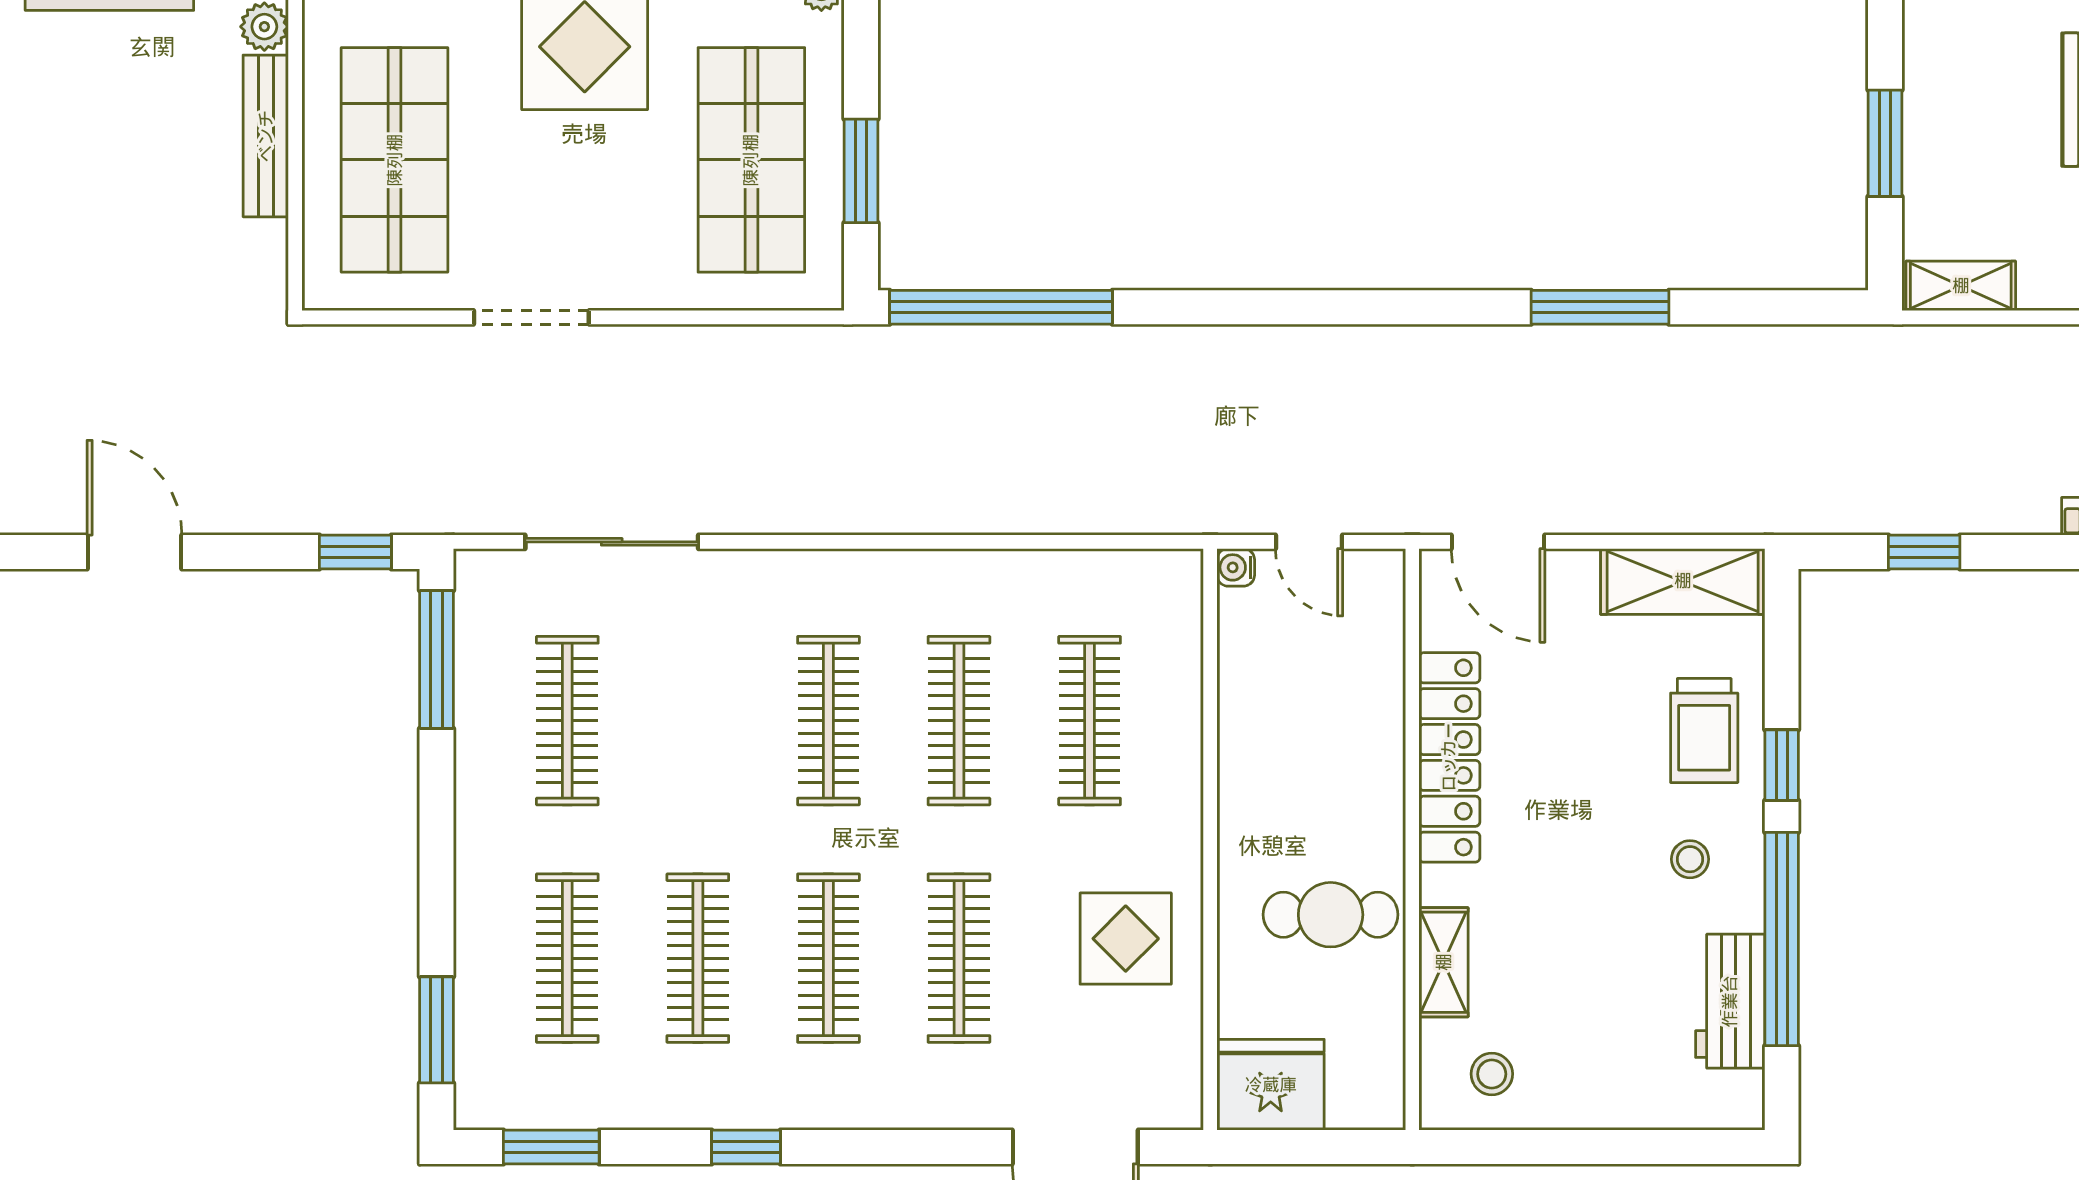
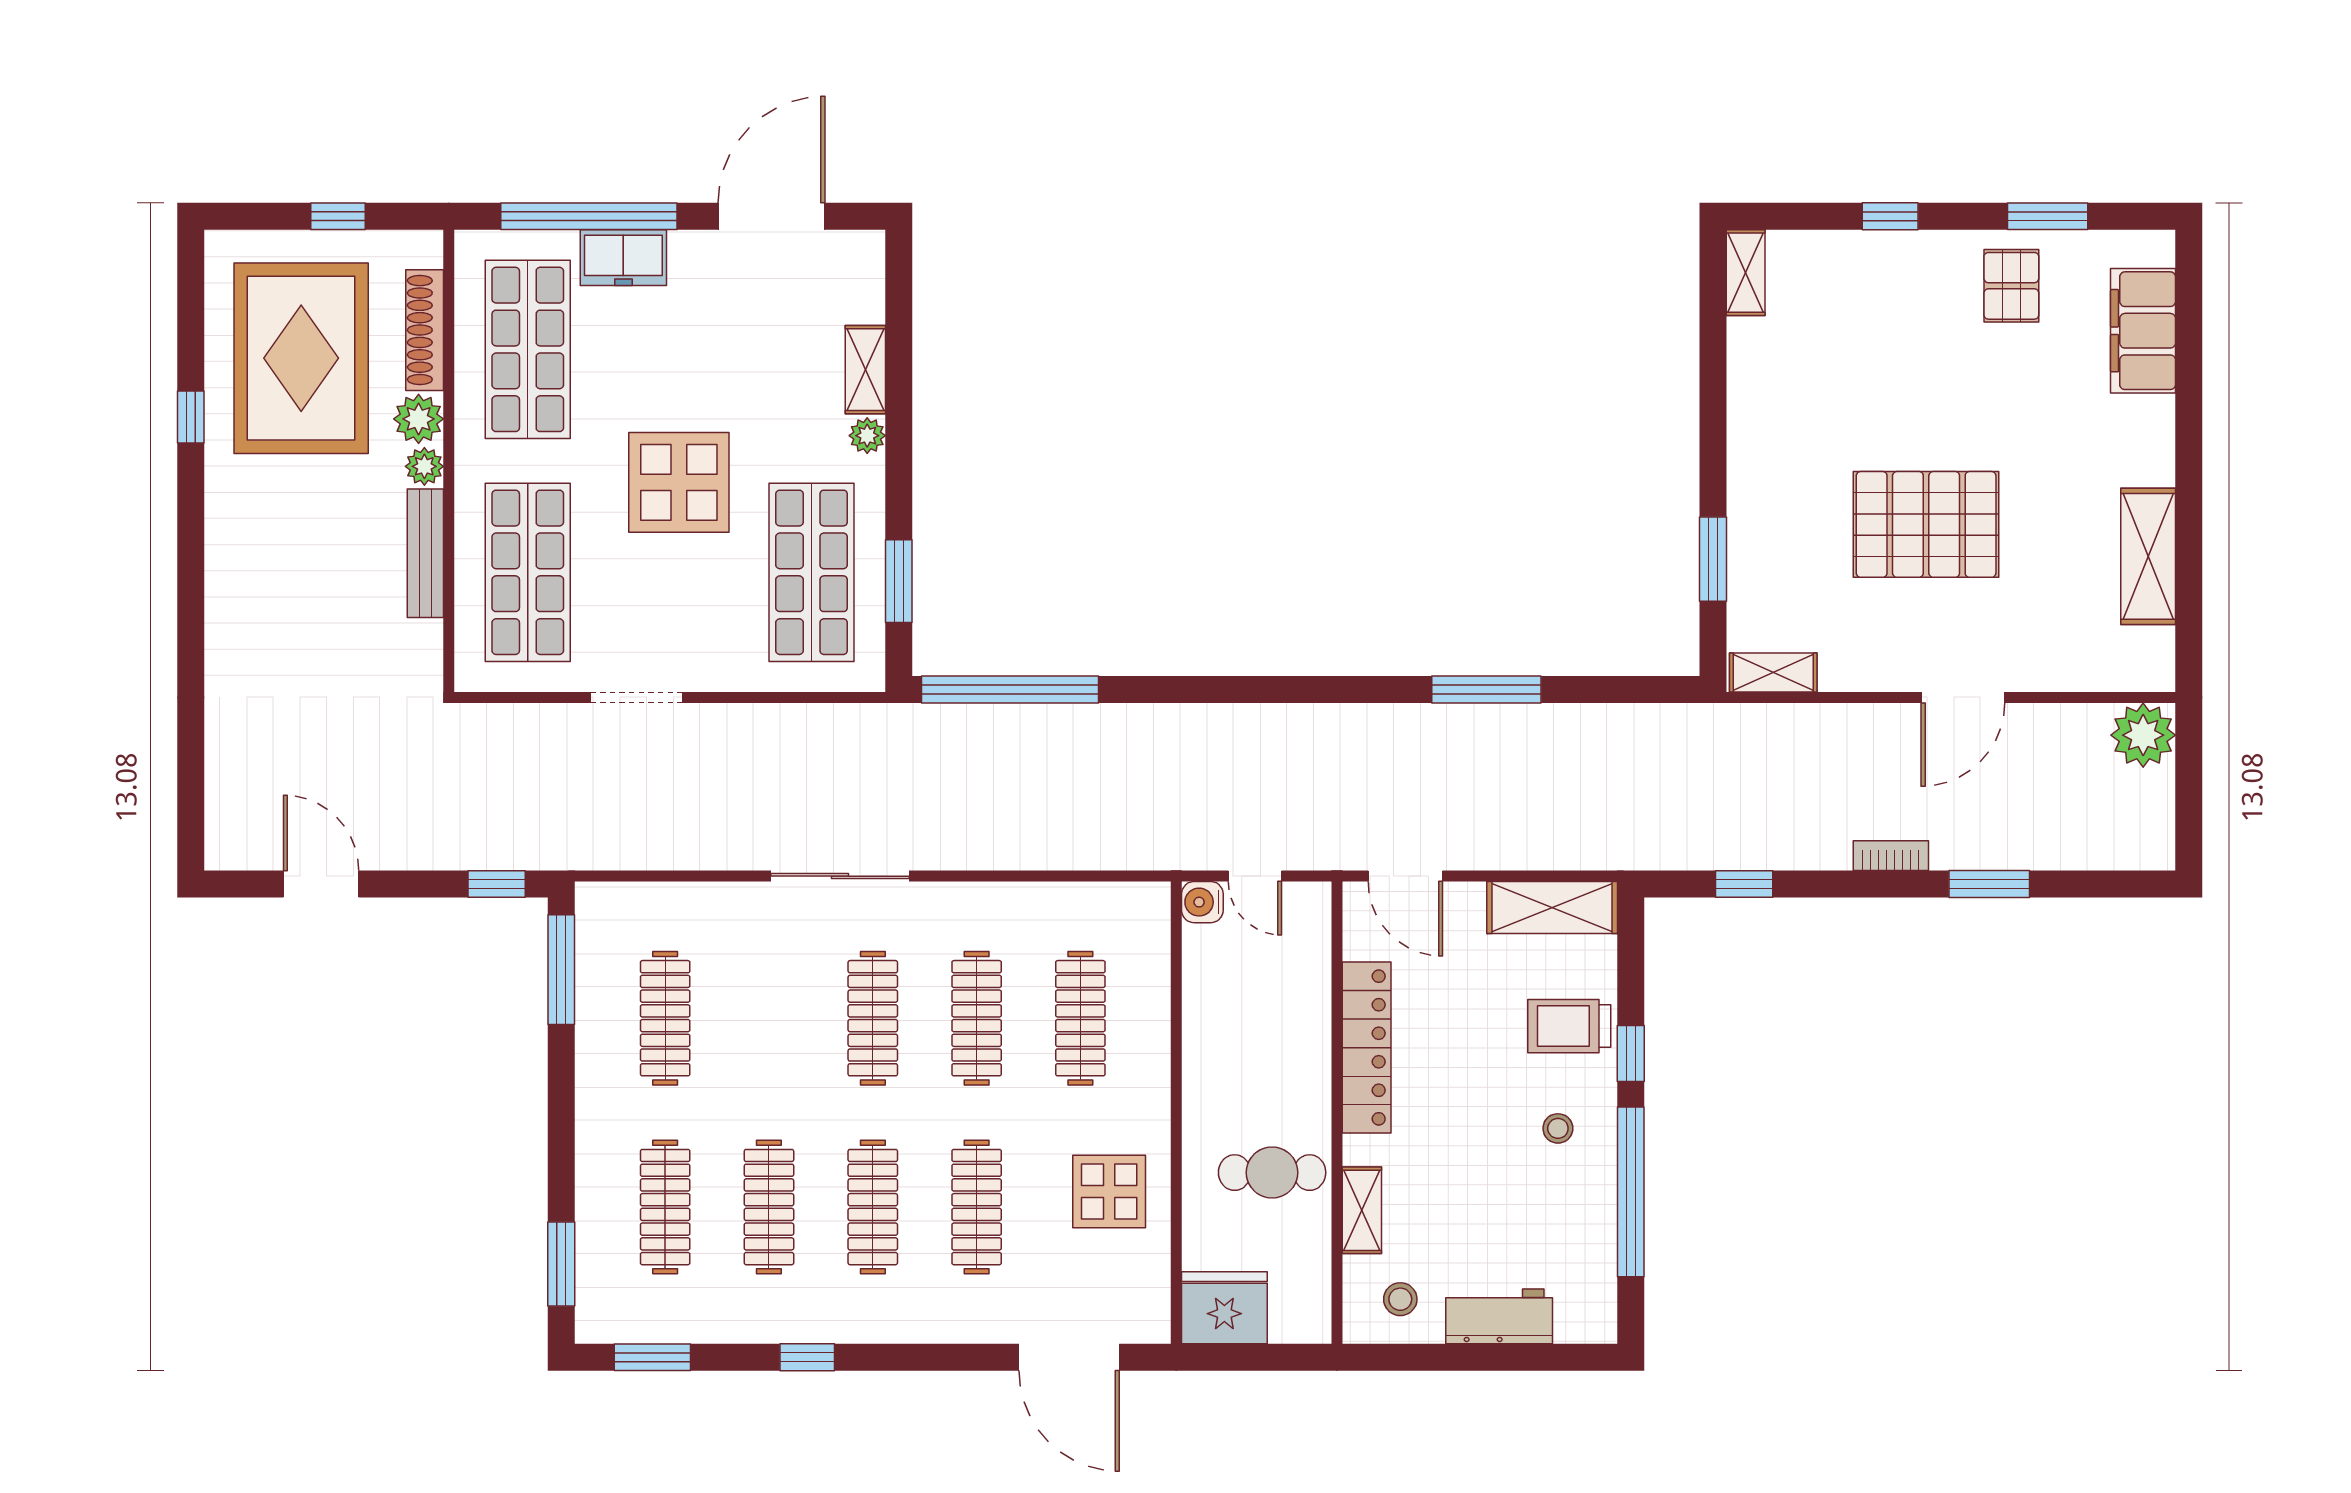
sliding door: (612, 542) -> (840, 876), moved
water cooler: (1236, 567) -> (1202, 902), width x1.38, depth x1.38
trolley: (1704, 730) -> (1569, 1026), turned 90
workbench: (1730, 1001) -> (1499, 1316), moved, turned 90

